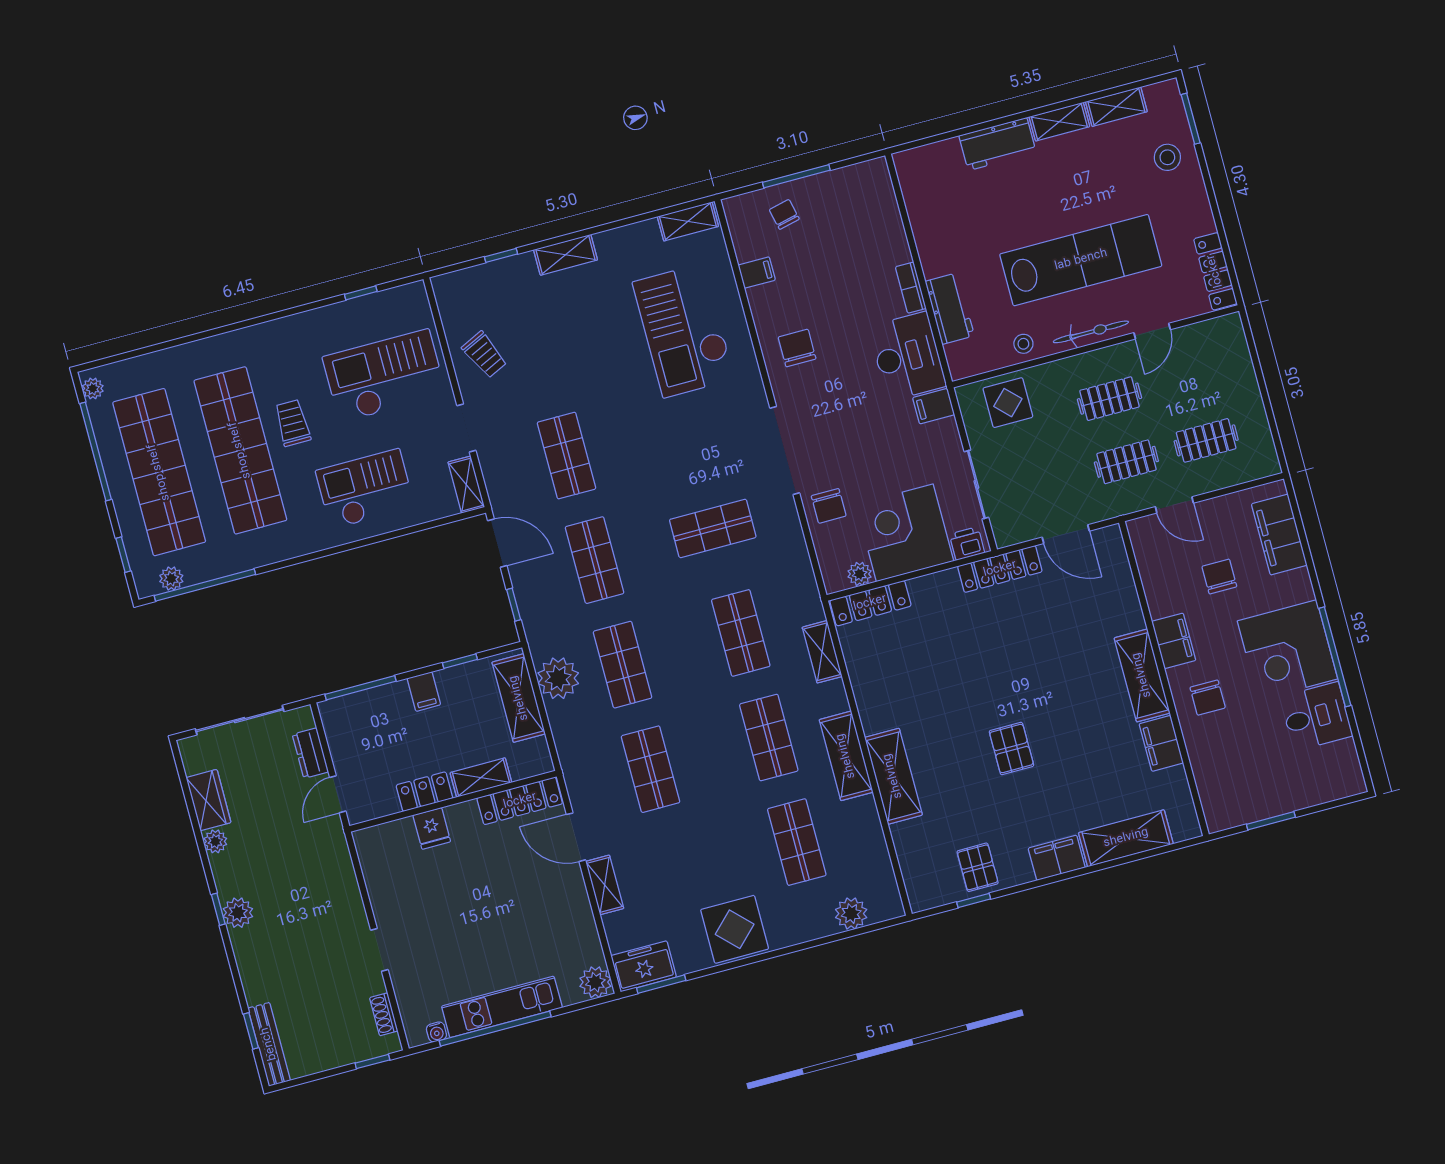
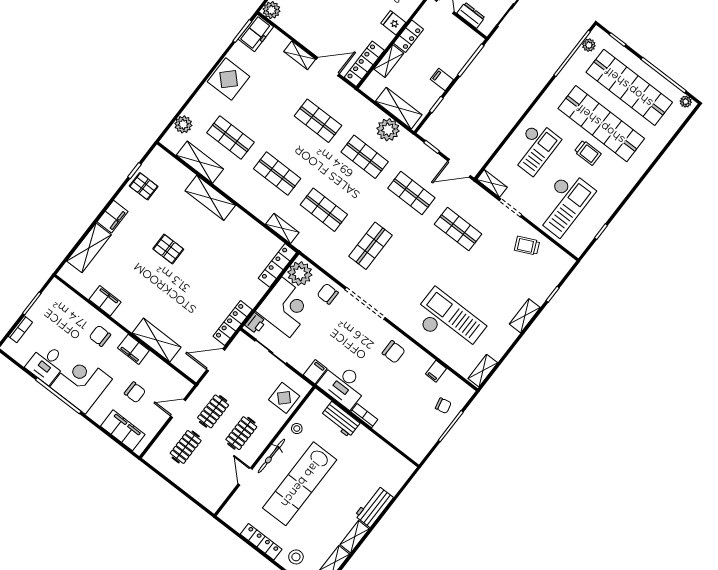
locker: (1215, 271) -> (261, 542), moved
plant: (860, 574) -> (300, 274), width x1.87, depth x1.87
shelving: (1142, 675) -> (157, 340), moved
shelving: (846, 756) -> (200, 162), moved
bookcase: (1316, 796) -> (20, 329), added

